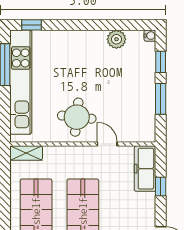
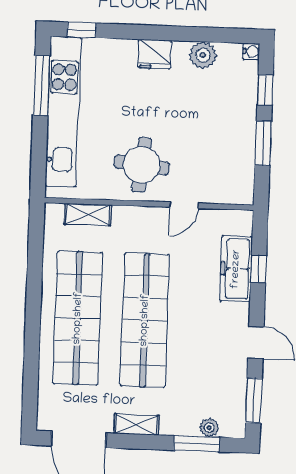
fridge: (83, 40) -> (155, 54), added
door: (107, 144) -> (184, 205), swing flipped
shelving: (26, 153) -> (88, 214), moved
freezer: (145, 169) -> (236, 269), moved

